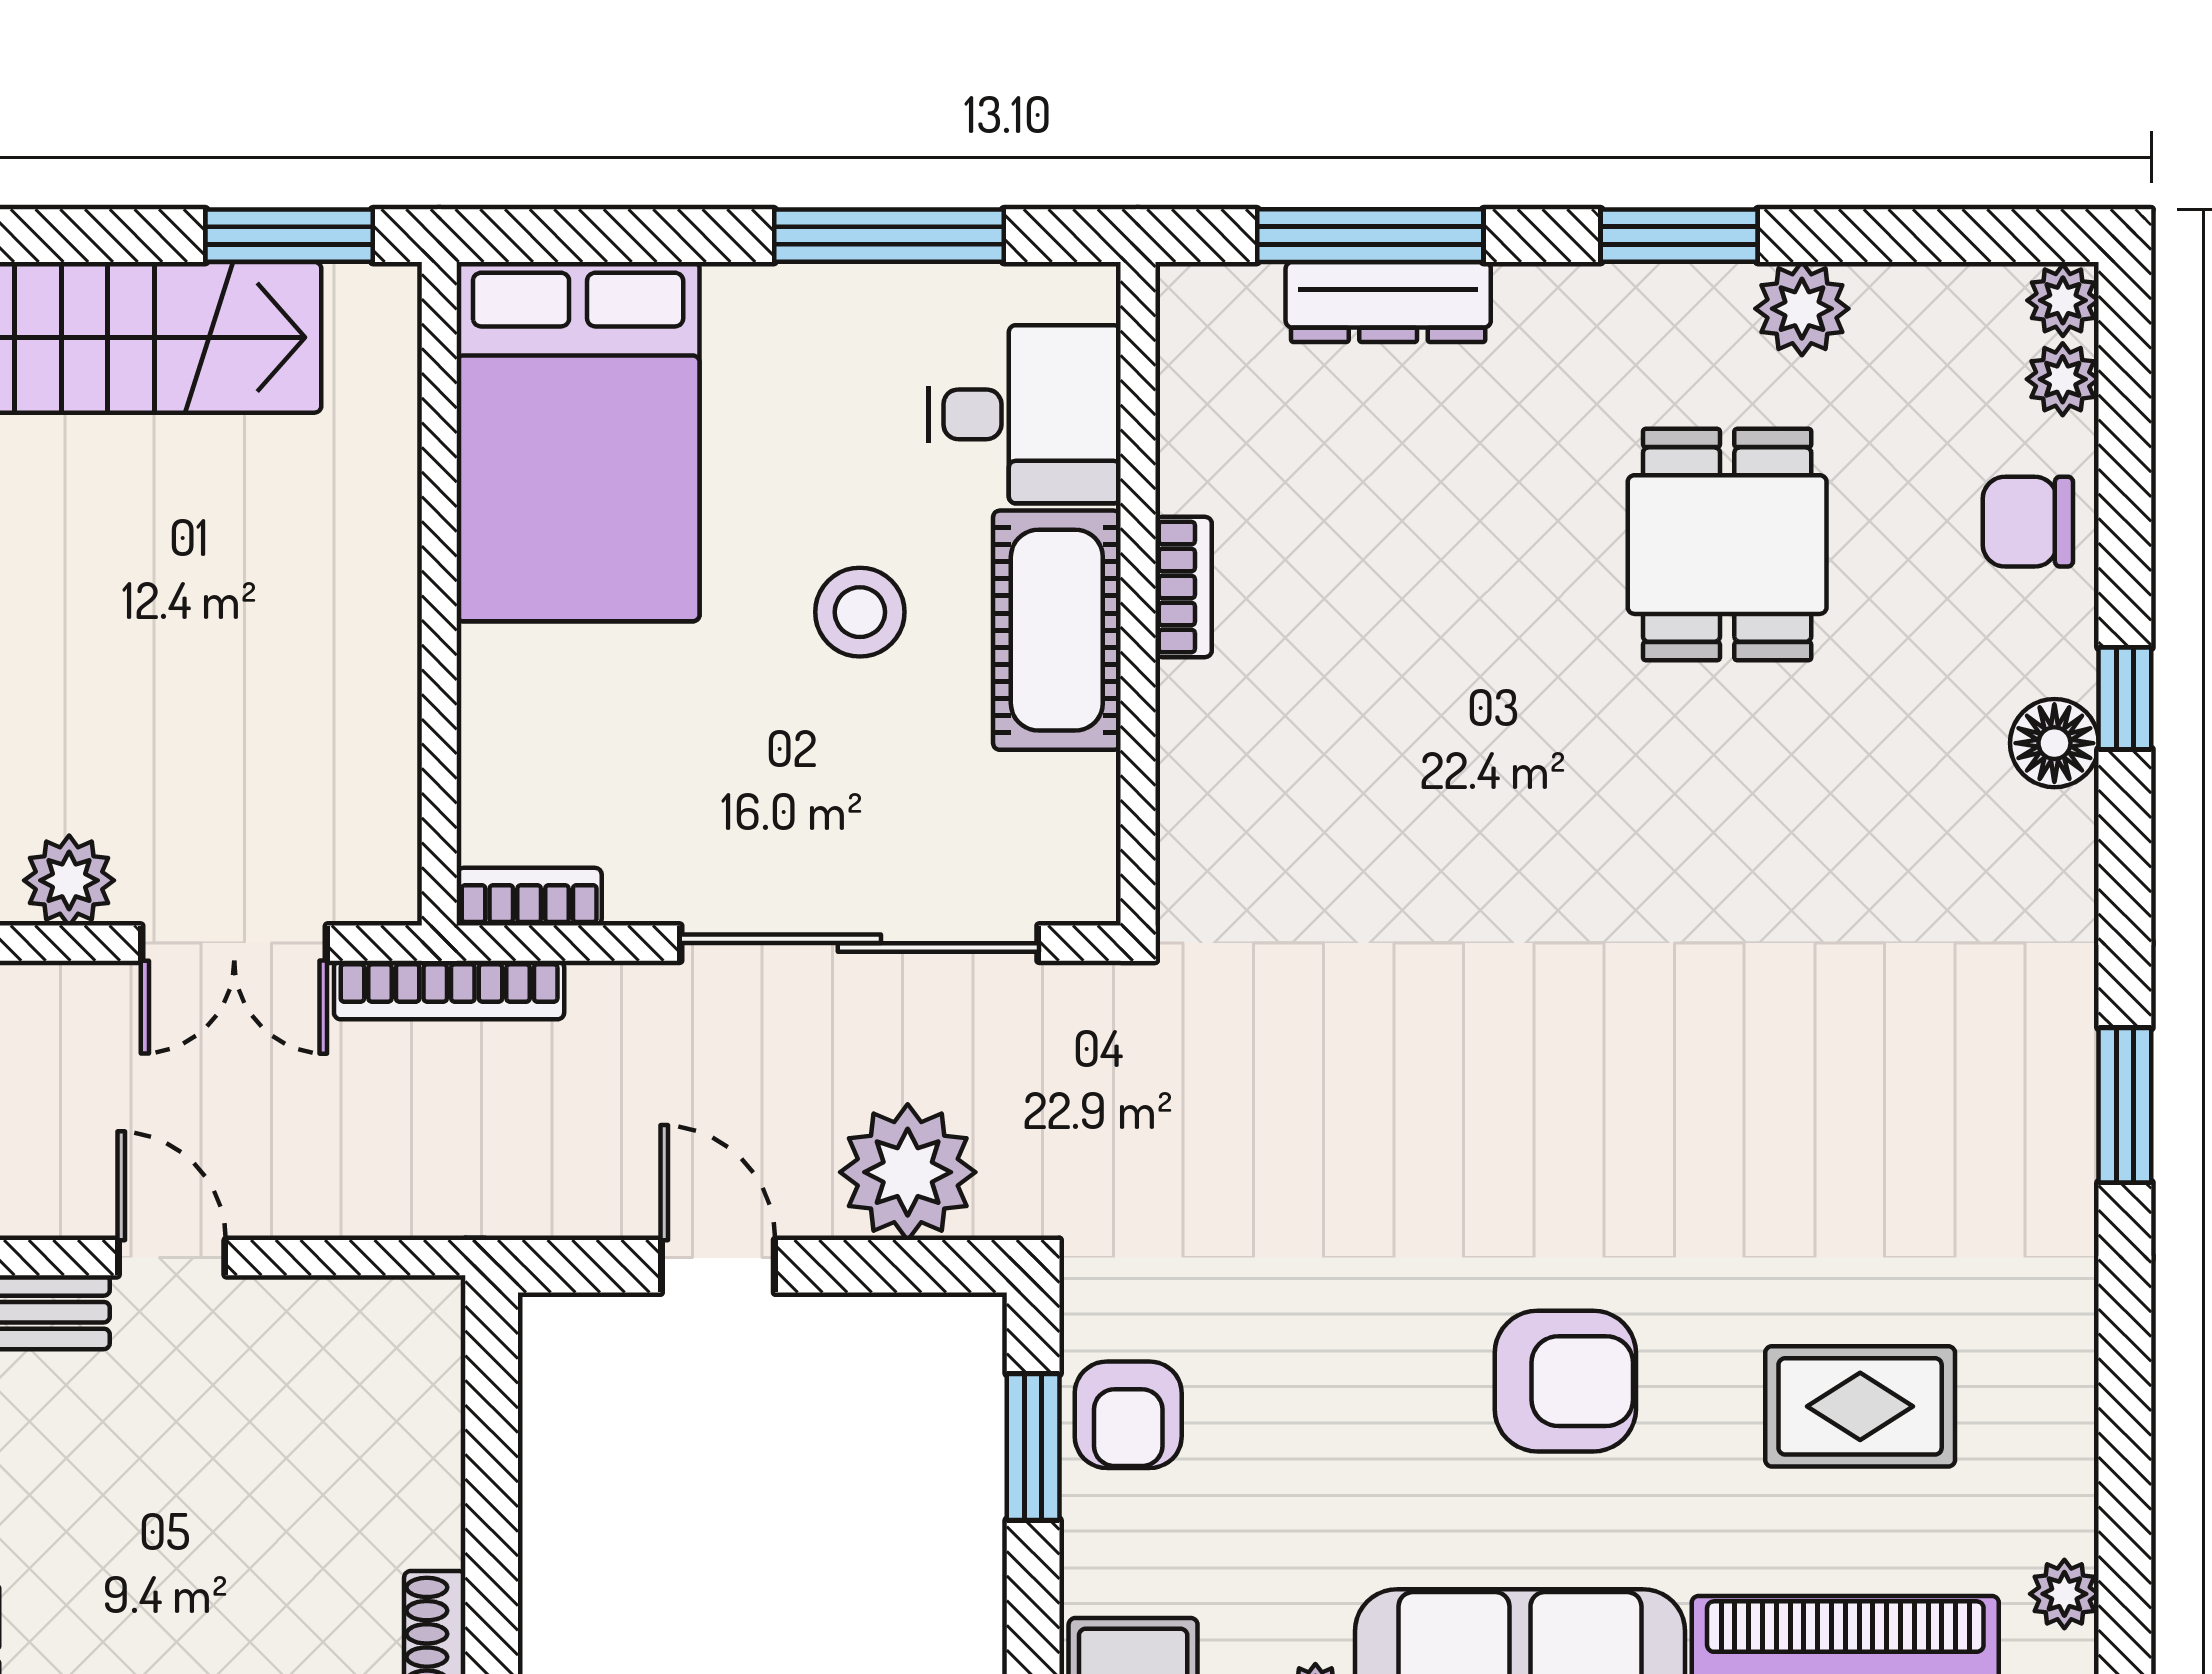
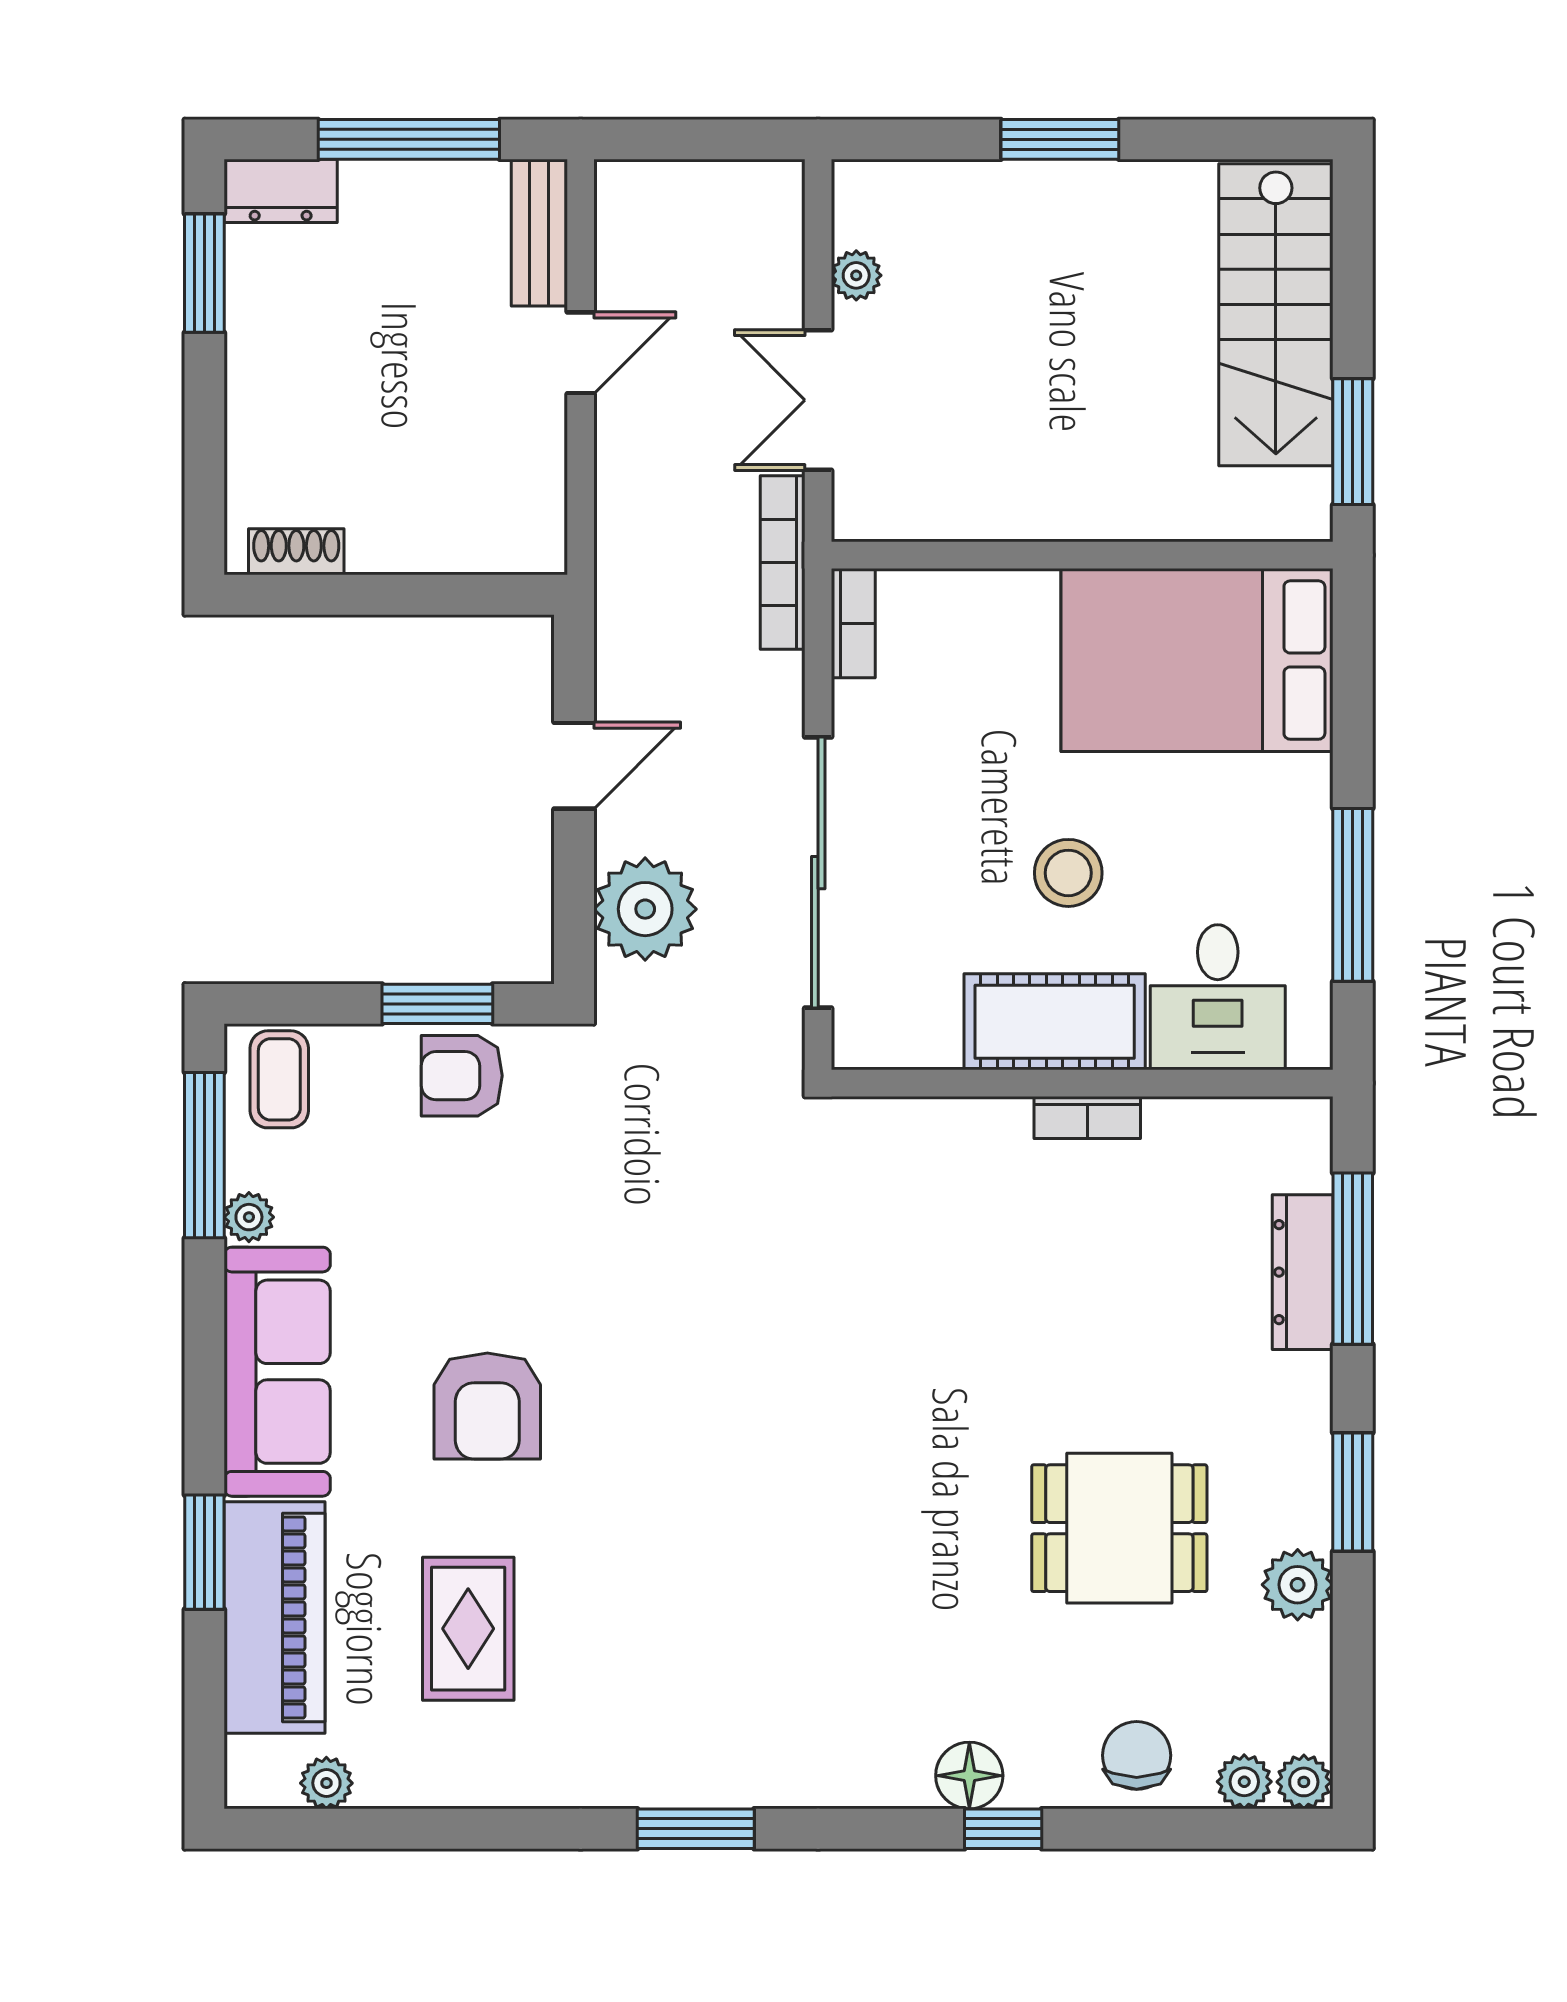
plant: (69, 880) -> (856, 275), width x0.73, depth x0.73

